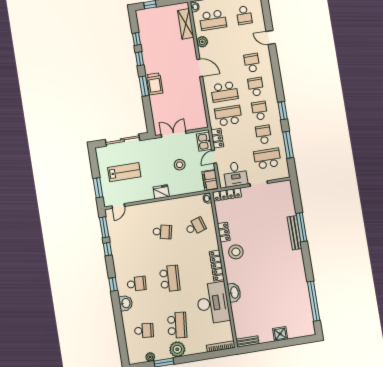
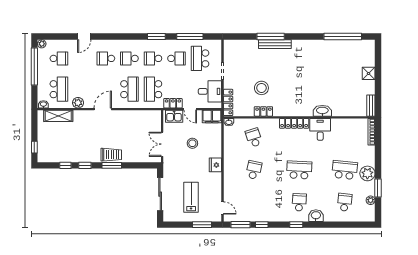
school desk: (264, 135) -> (176, 58), turned 180
stool: (236, 252) -> (261, 88), moved
desk: (213, 303) -> (320, 129), width x0.53, depth x0.77

